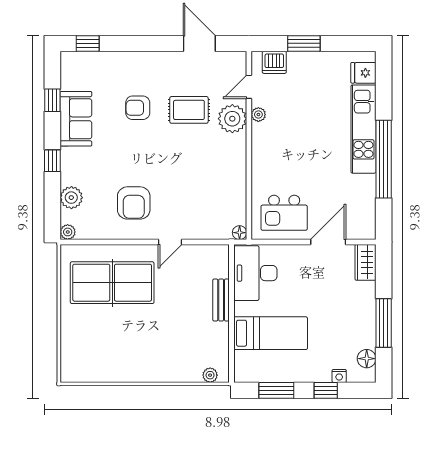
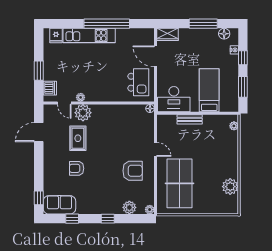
armchair: (138, 108) -> (77, 168), turned 90
sofa: (76, 119) -> (59, 205), moved
plant: (107, 369) -> (230, 187), added

